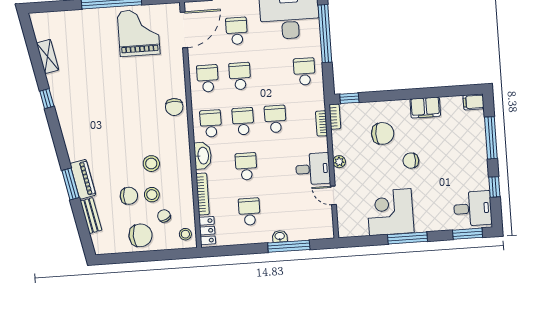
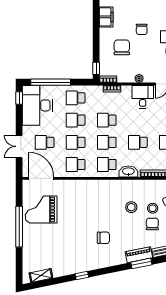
shelving: (48, 56) -> (41, 275), moved
school desk: (272, 74) -> (76, 120), added
chair: (174, 107) -> (103, 238), moved

